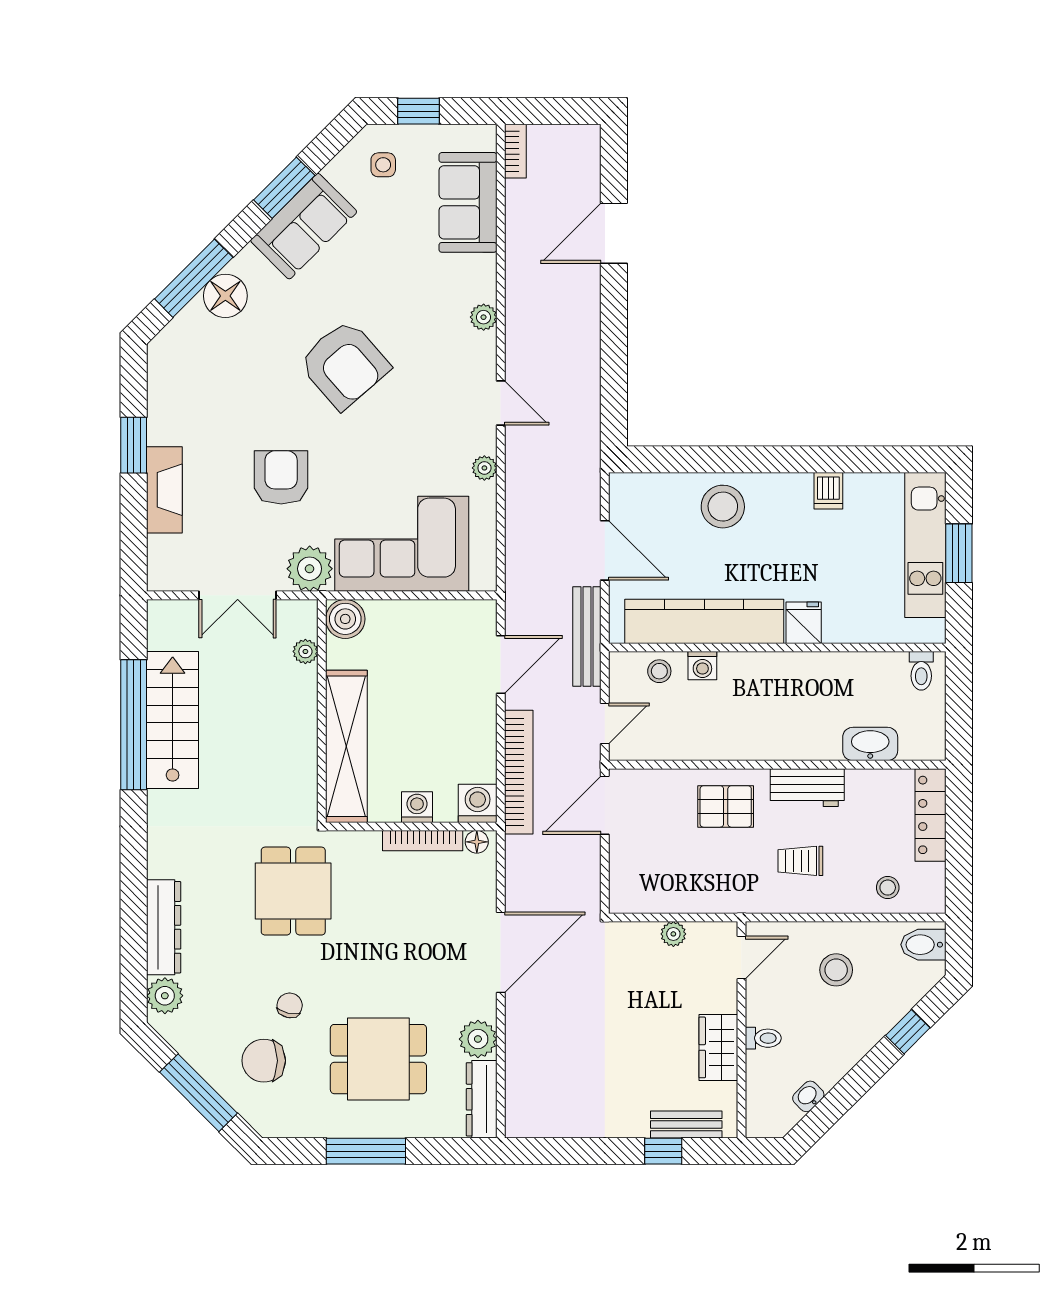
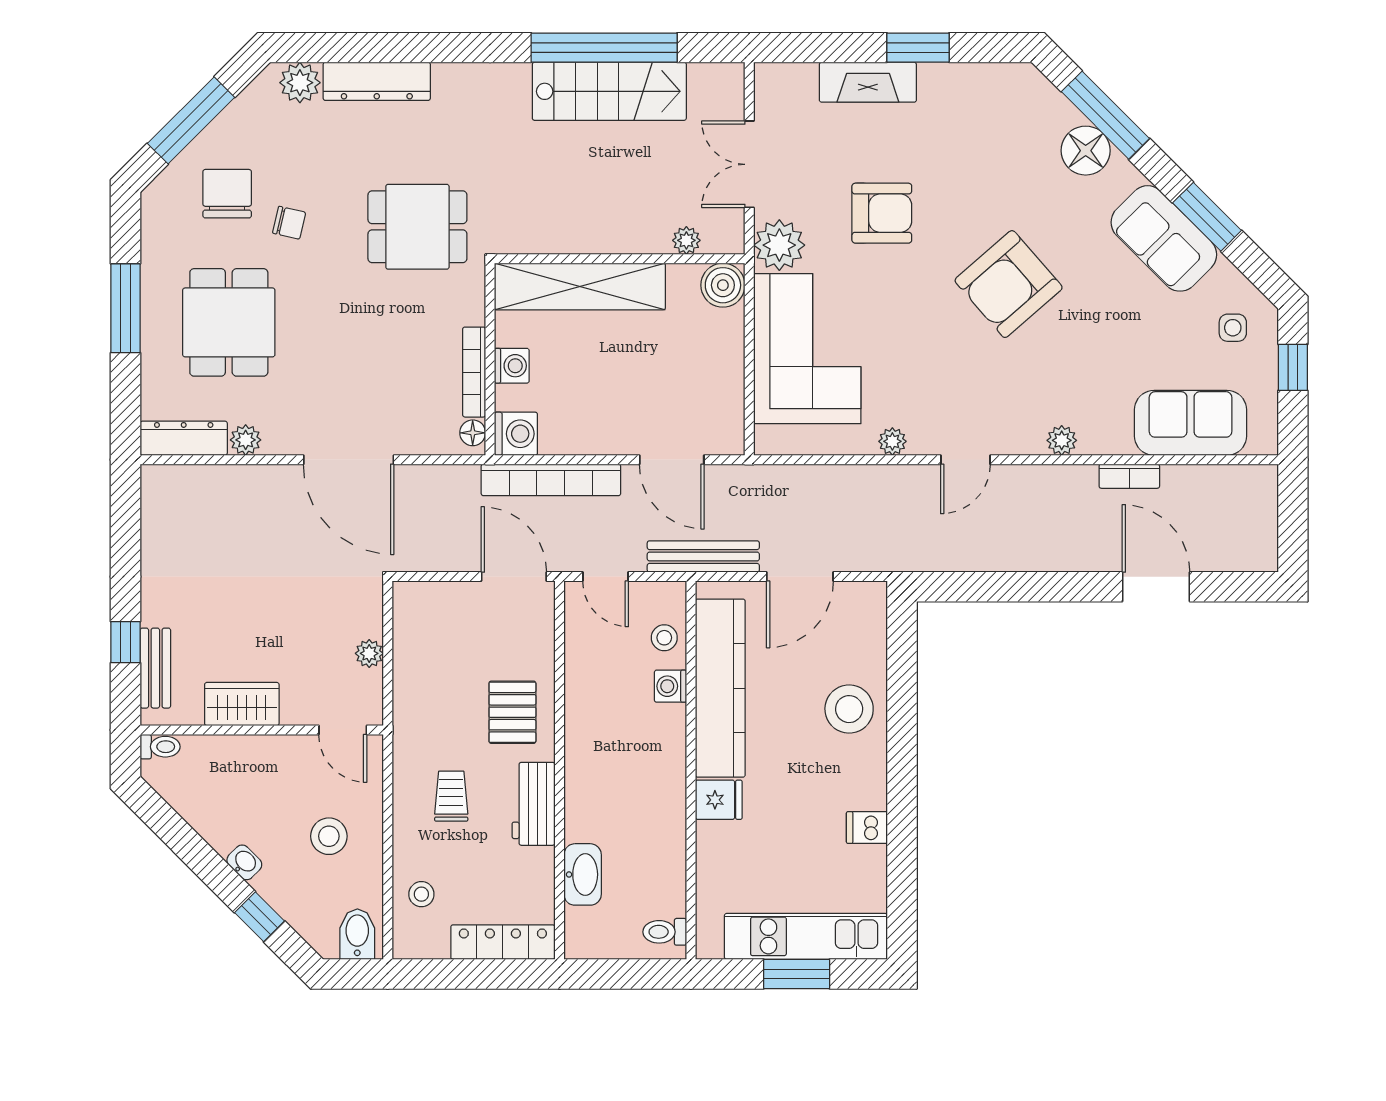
bookcase: (515, 151) -> (1129, 476), moved
toilet: (763, 1038) -> (160, 747), moved, turned -90
plant: (478, 1039) -> (246, 440), width x0.73, depth x0.73
washbasin: (808, 1096) -> (244, 862), moved

